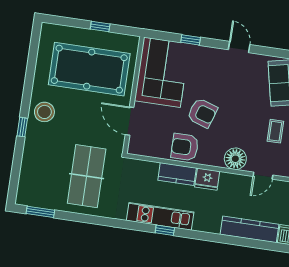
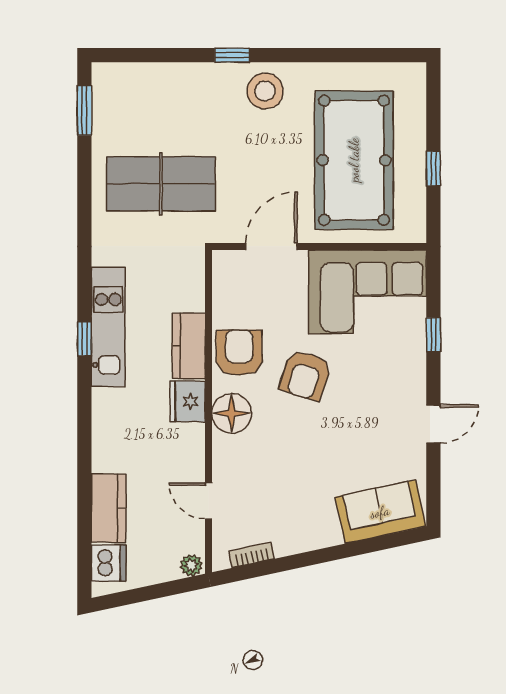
coffee table: (275, 131) -> (292, 511), removed
floor lamp: (235, 159) -> (232, 413), moved
kitchen counter: (250, 229) -> (109, 508), width x0.67

